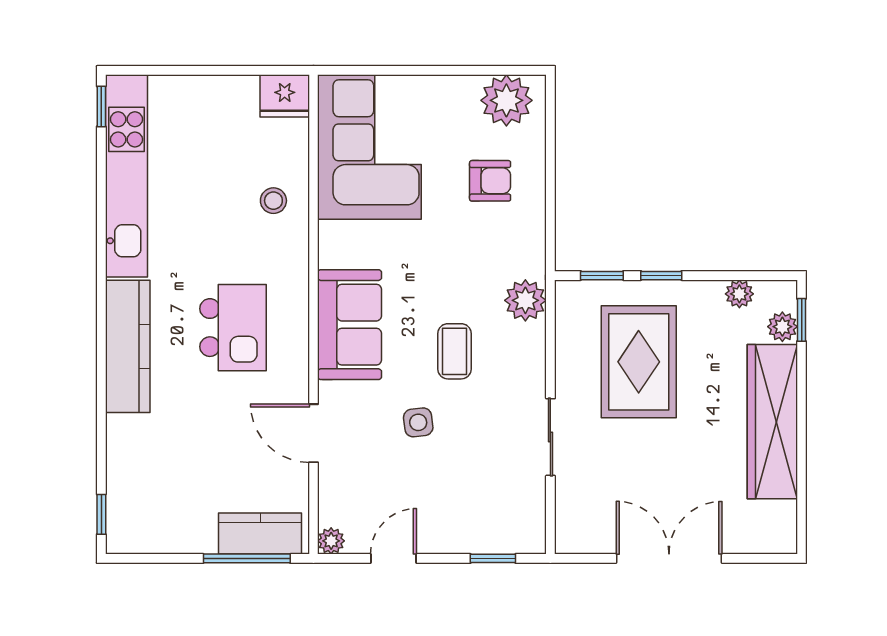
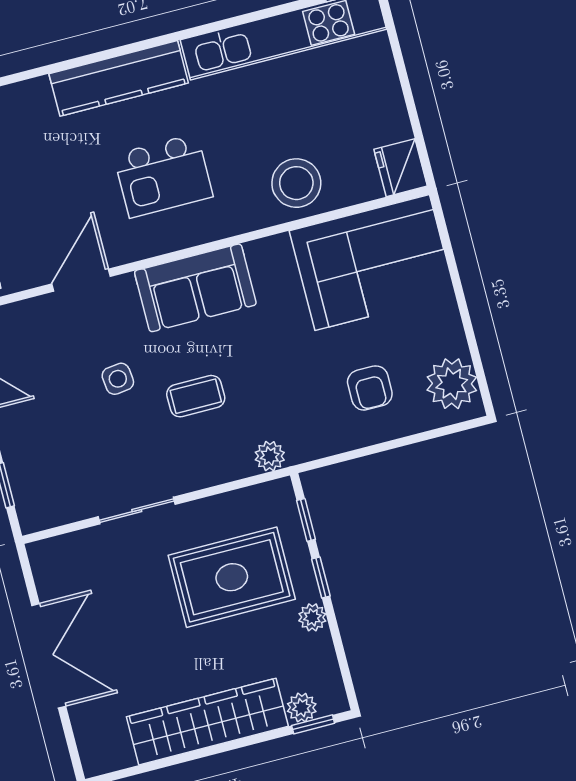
stool: (273, 201) -> (296, 183), width x1.89, depth x1.89
plant: (739, 294) -> (312, 617), moved
plant: (525, 300) -> (270, 456), width x0.73, depth x0.73

